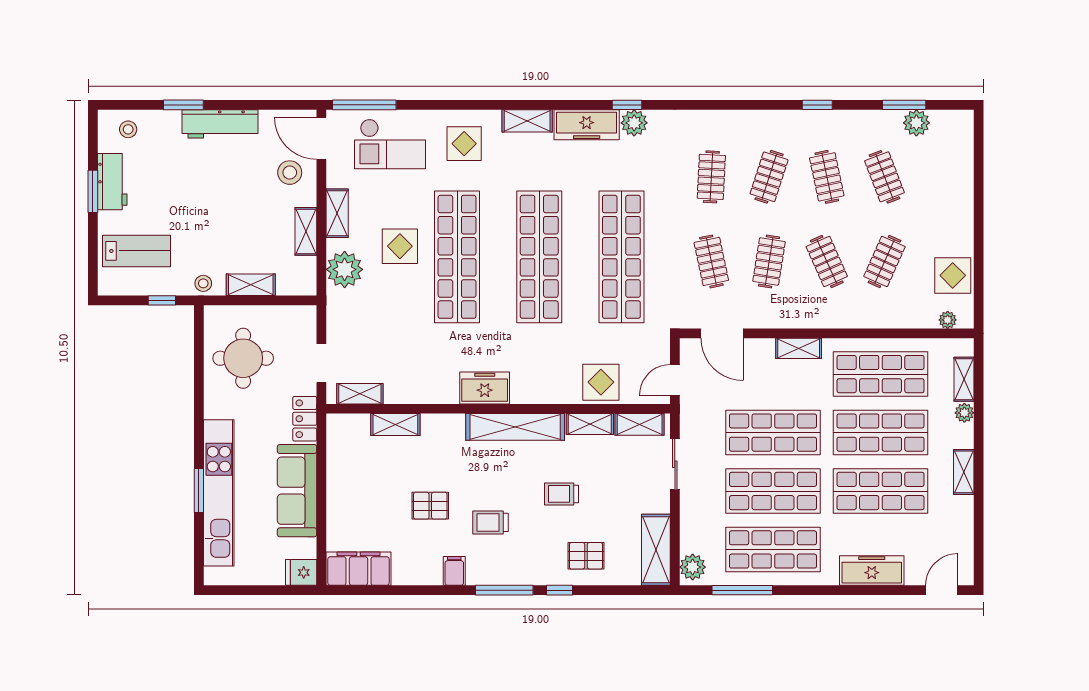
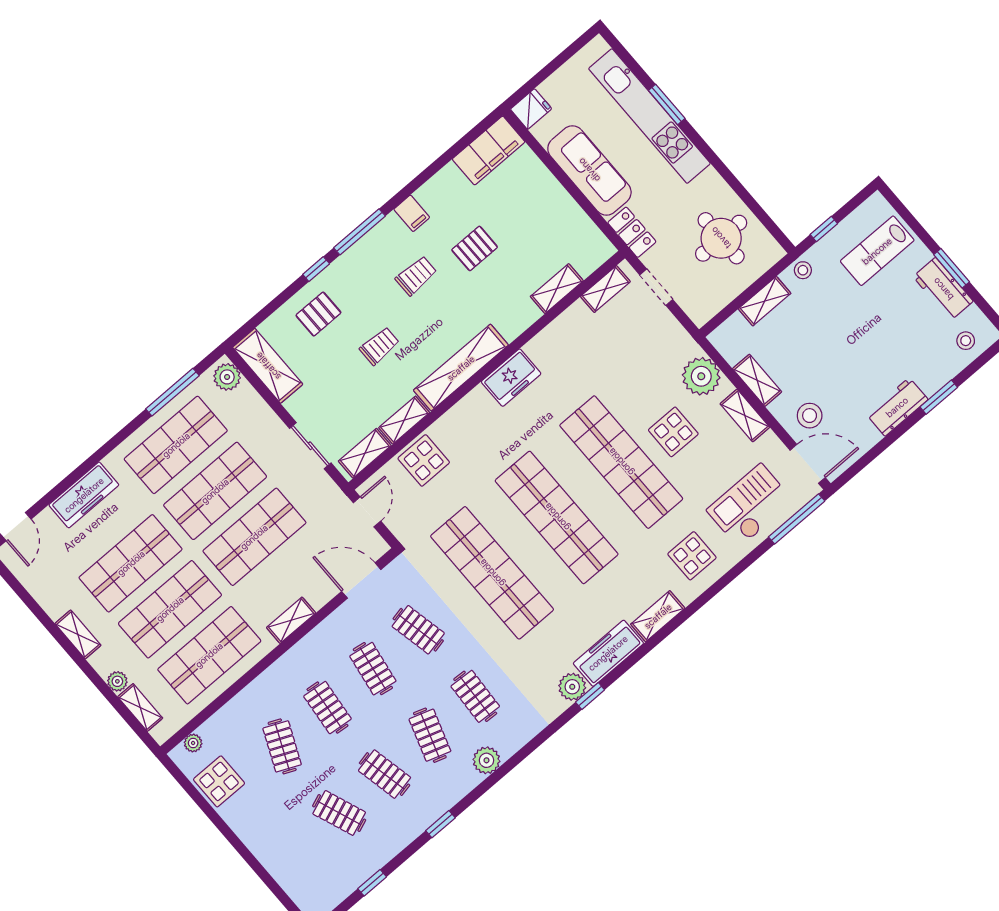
window: (904, 105) -> (372, 883), width x0.67
plant: (916, 123) -> (486, 760), moved
workbench: (220, 124) -> (897, 407), width x0.73
clothes rail: (827, 261) -> (327, 708), turned 30

